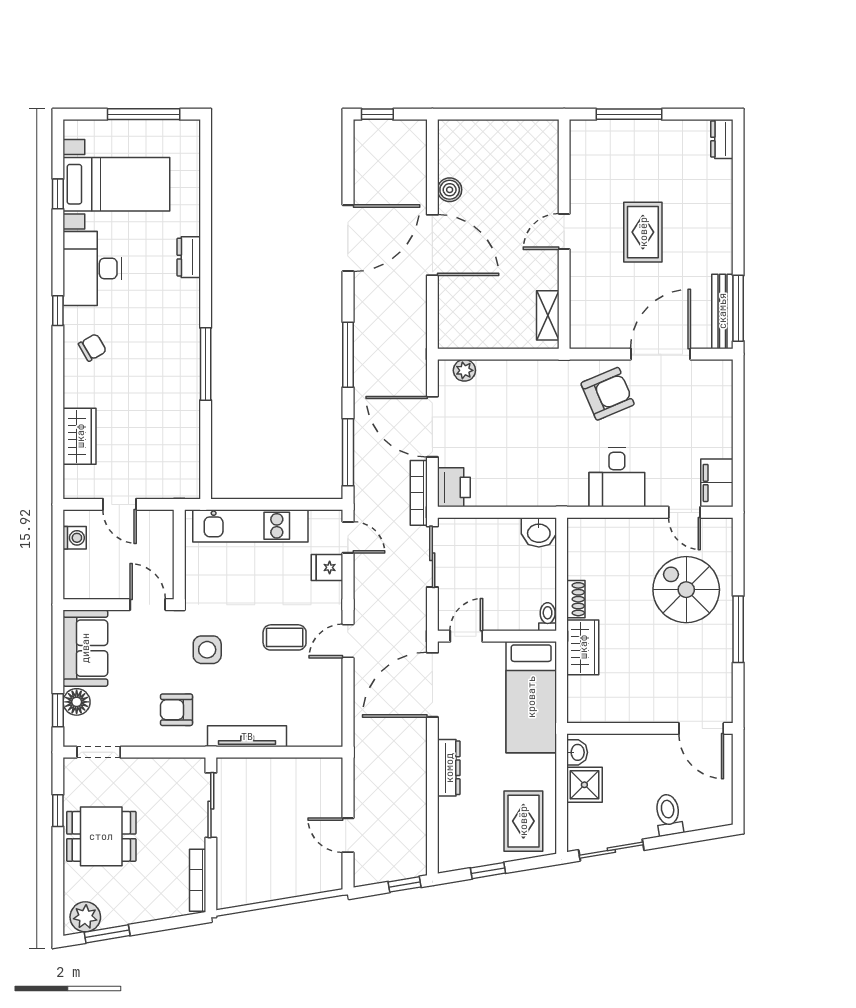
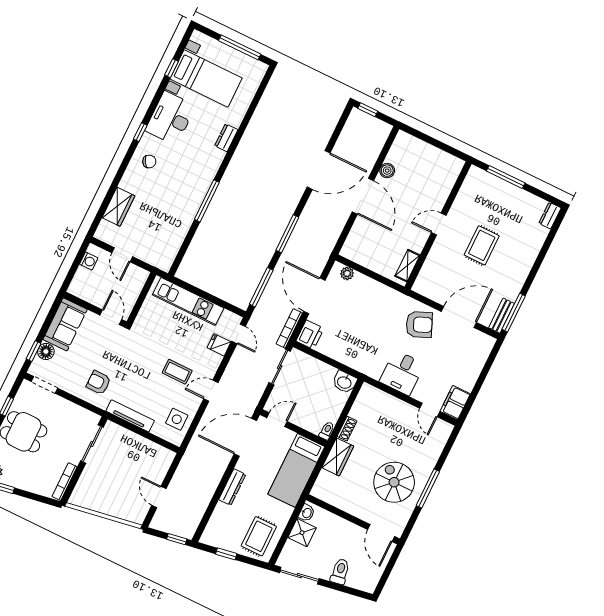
bench: (722, 311) -> (501, 316), width x0.73
spiral stairs: (686, 590) -> (394, 482), moved
side table: (207, 650) -> (177, 419), moved

